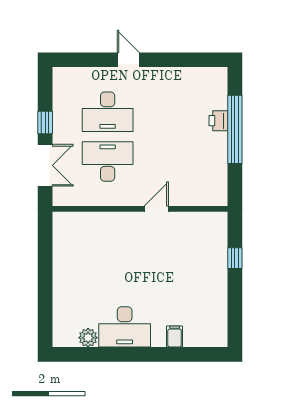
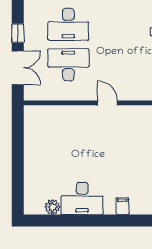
door: (156, 209) -> (108, 103), hinge flipped

